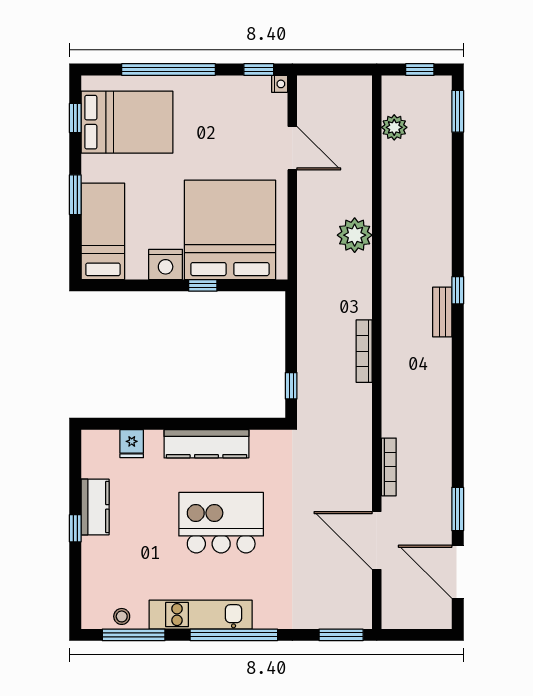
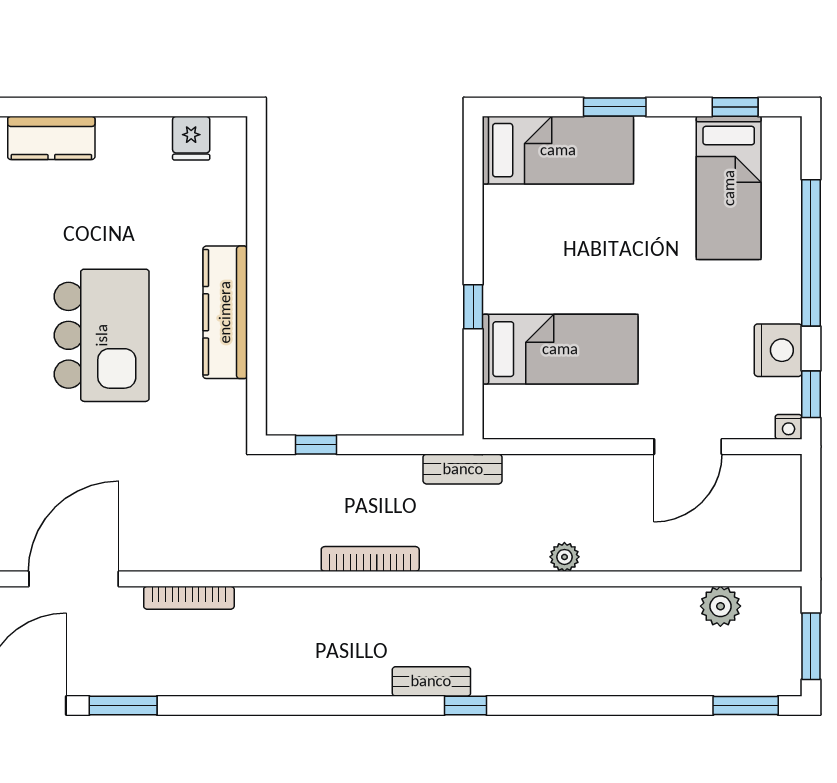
window: (420, 70) -> (811, 646), width x1.50
bed: (127, 122) -> (729, 188), width x0.67
bed: (230, 230) -> (560, 349), width x0.49
plant: (355, 235) -> (564, 557), width x0.53, depth x0.53
nightstand: (166, 264) -> (778, 350), moved, turned 180
bench: (307, 292) -> (463, 469), added
fridge: (132, 444) -> (191, 138), moved, turned -90
kitchen counter: (95, 507) -> (51, 138), moved
window: (75, 528) -> (93, 107), removed

